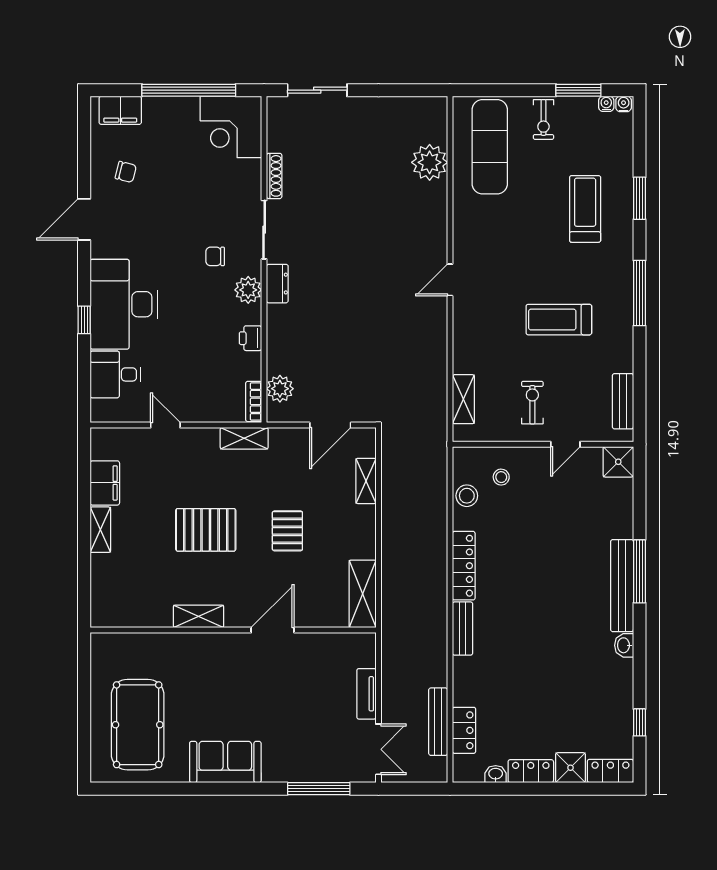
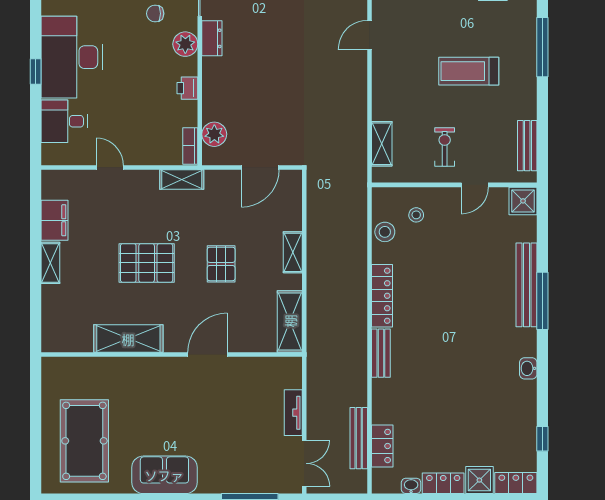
shelving: (366, 481) -> (293, 252), moved
bench: (622, 586) -> (526, 285), moved
shelving: (199, 616) -> (128, 339), width x1.50, depth x1.33

